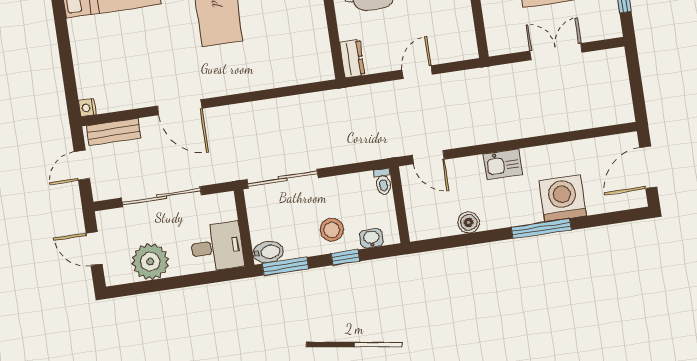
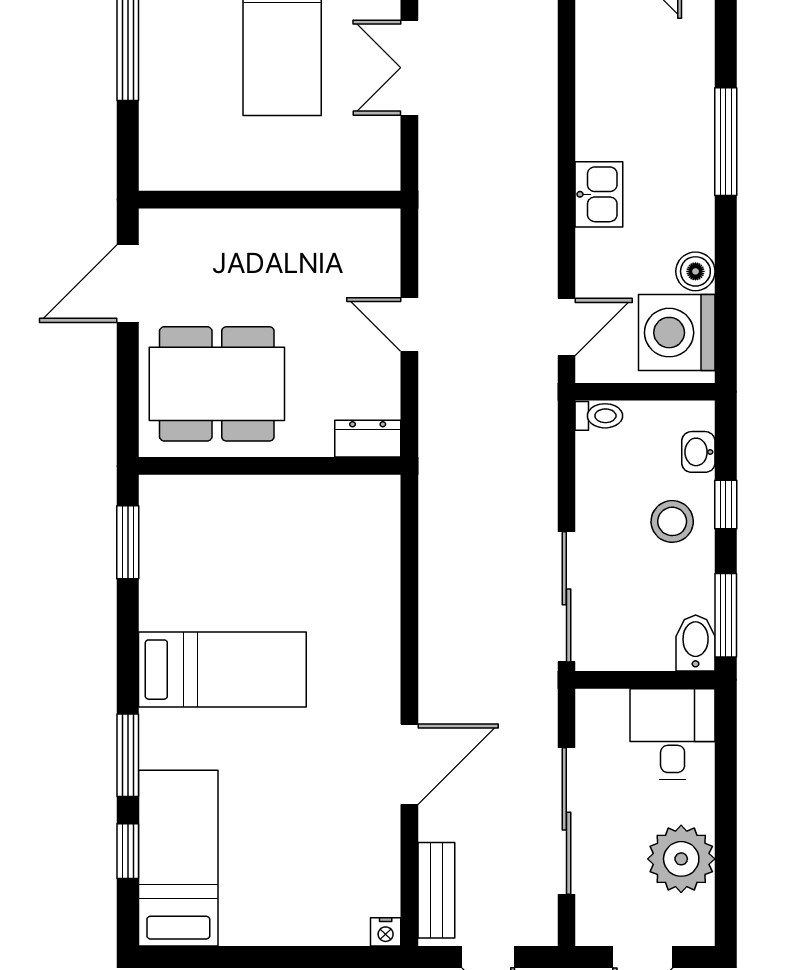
washing machine: (563, 198) -> (677, 333), moved

